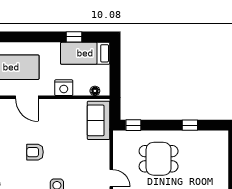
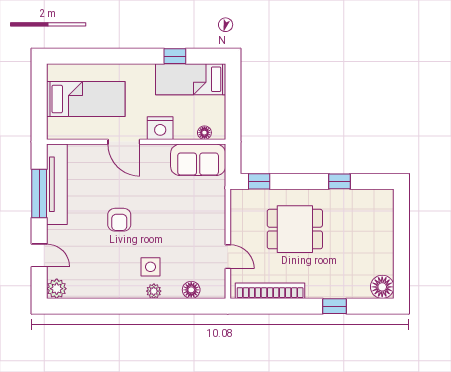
door: (27, 97) -> (124, 142), moved
sofa: (99, 120) -> (198, 160), moved, turned -90
armchair: (35, 152) -> (119, 220), turned -90

